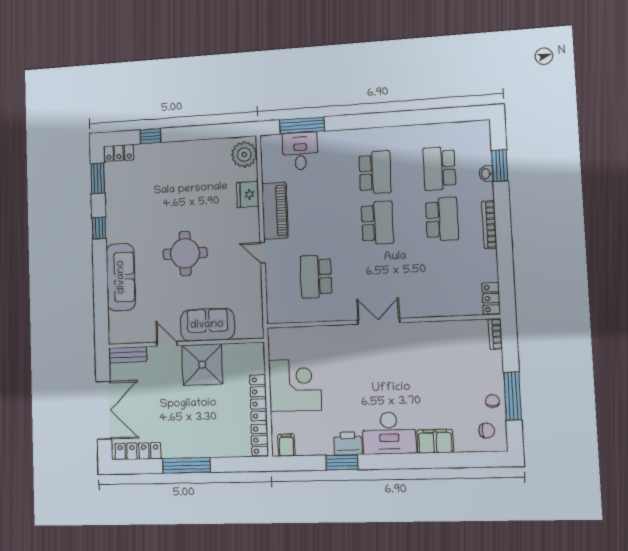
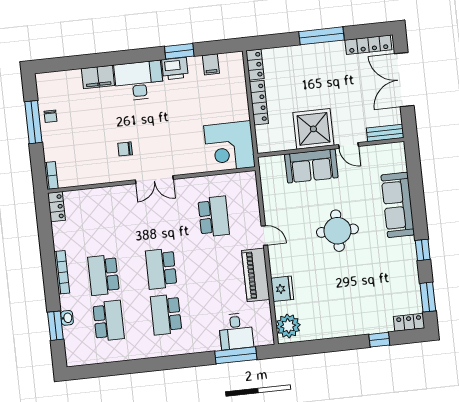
corner desk: (295, 385) -> (230, 146), moved
chair: (487, 431) -> (125, 149), moved
filing cabinet: (286, 445) -> (211, 64), moved

